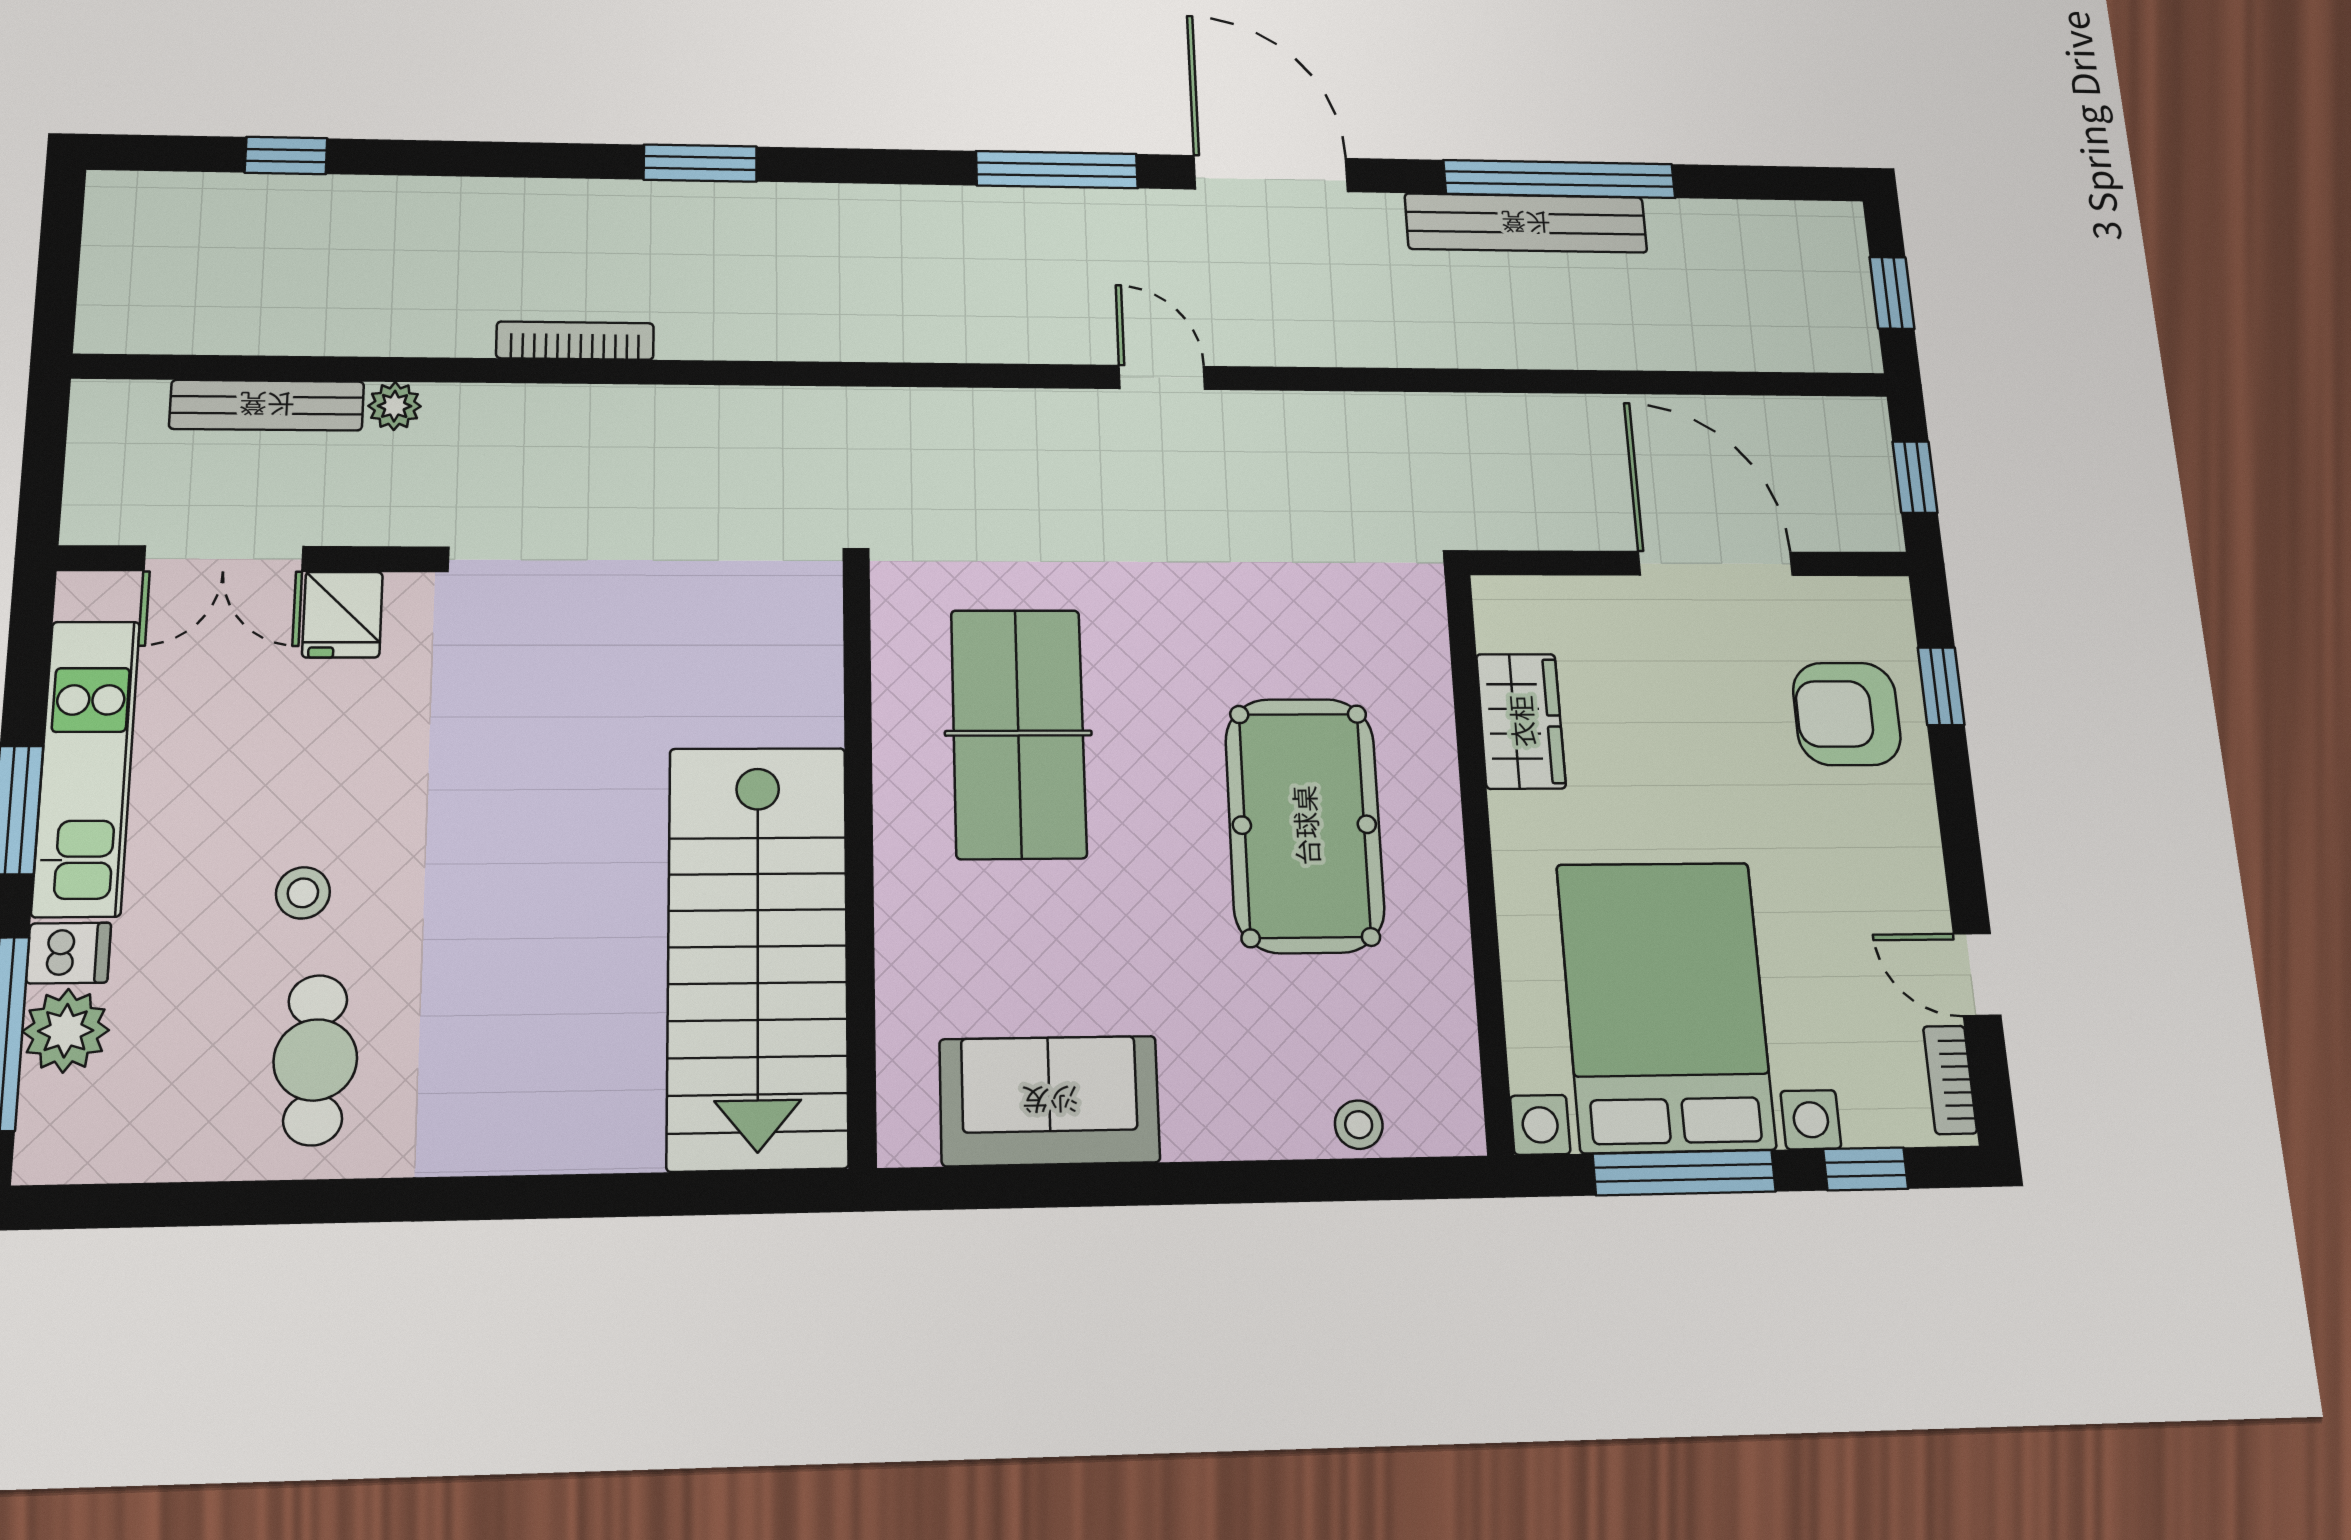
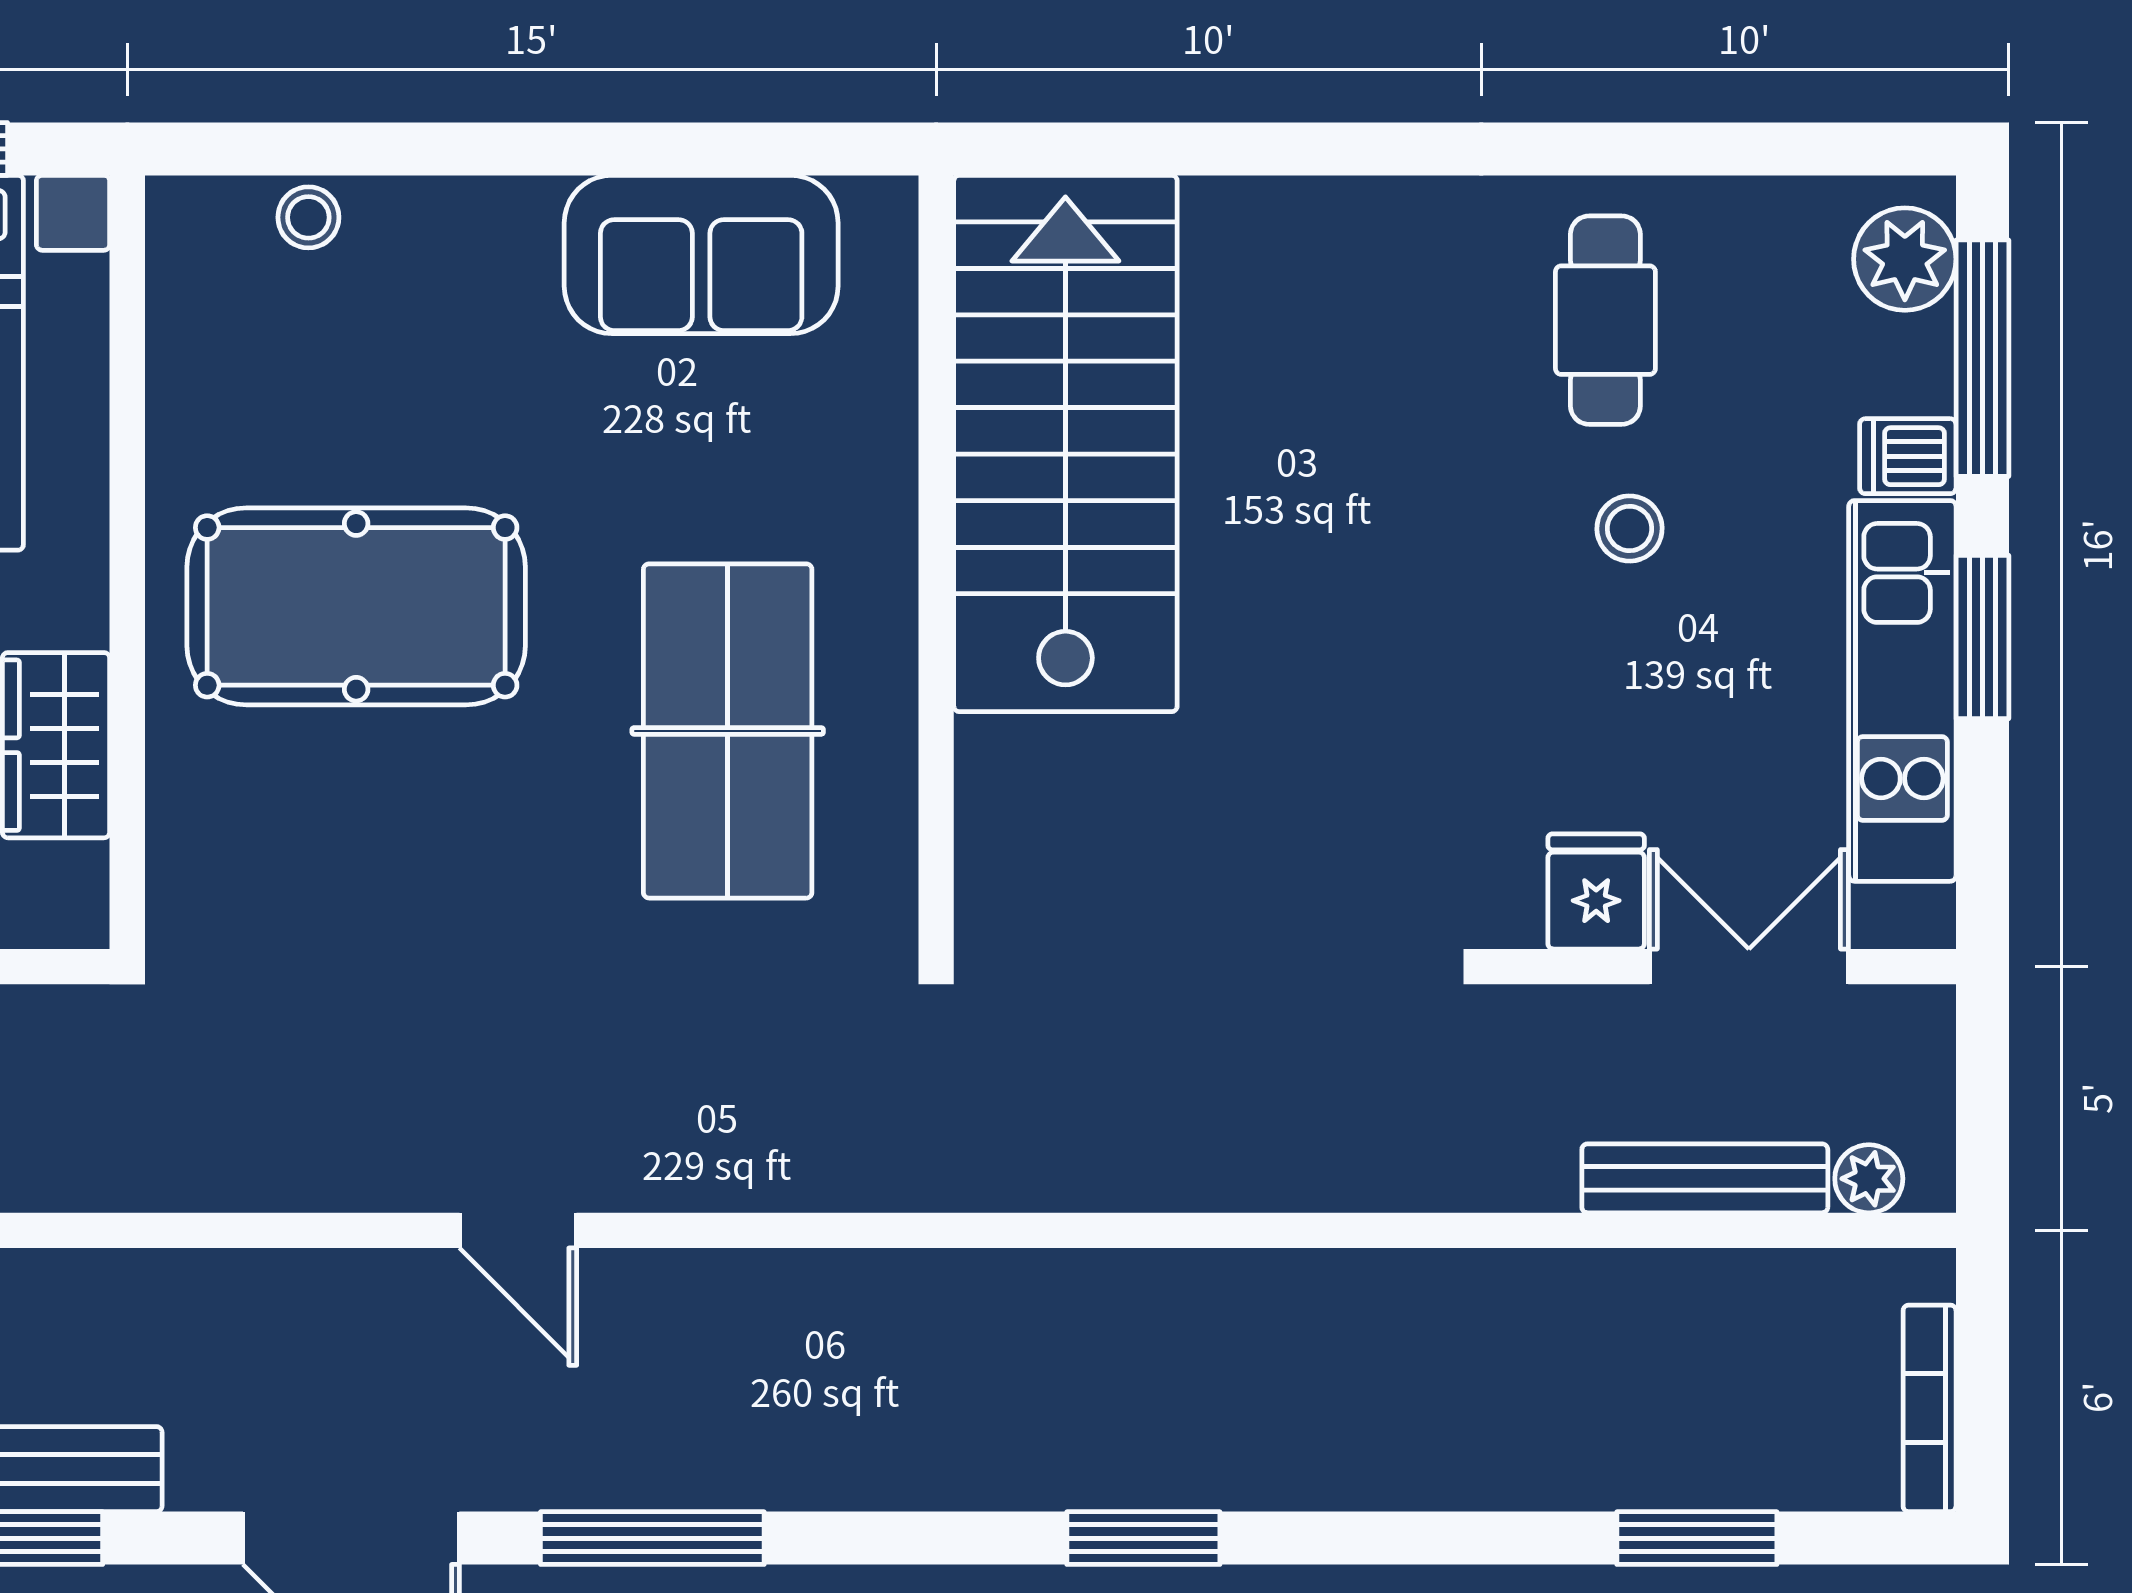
window: (286, 155) -> (1697, 1538), width x1.50
bookcase: (575, 341) -> (1930, 1408), moved, turned 90
plant: (395, 406) -> (1869, 1179), moved
pool table: (1305, 825) -> (356, 606), turned 90
plant: (66, 1031) -> (1905, 259), moved

